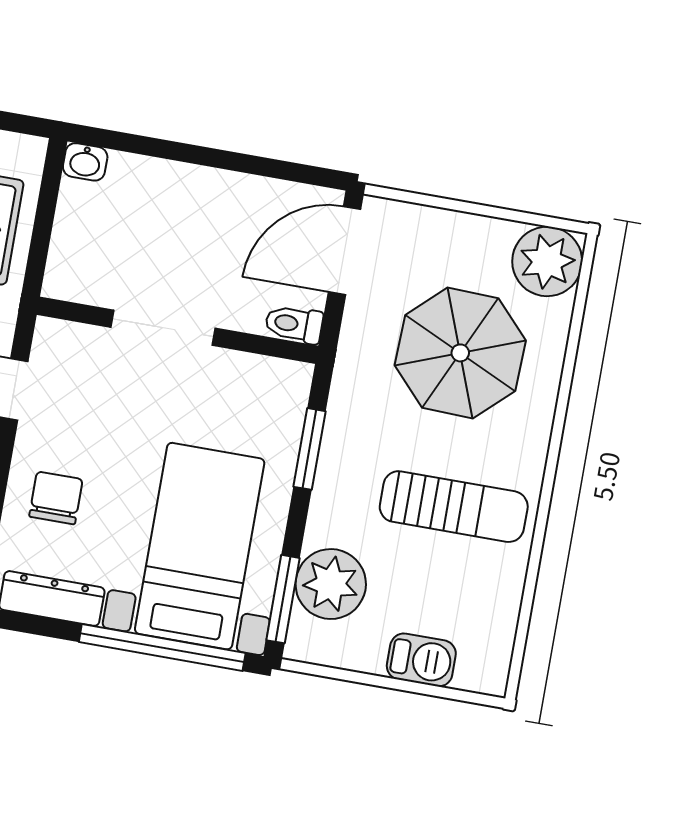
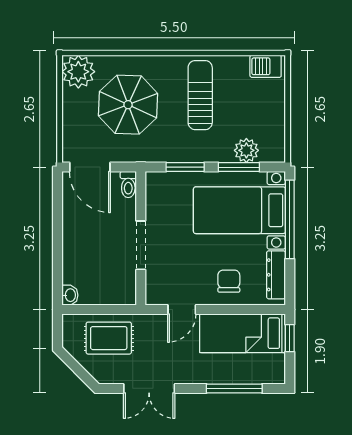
chair: (56, 498) -> (229, 281), turned 90
plant: (331, 584) -> (246, 150), width x0.73, depth x0.73
window: (283, 599) -> (239, 167), moved
barbecue: (421, 660) -> (266, 66), moved, turned -90

